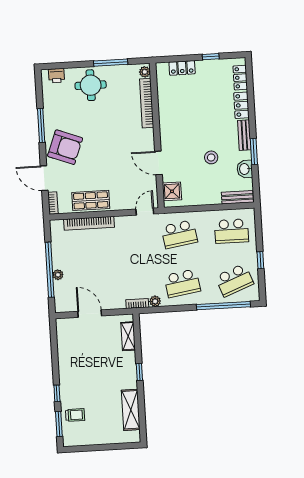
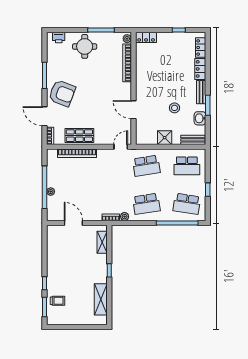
locker: (182, 68) -> (146, 37), moved
shower: (172, 191) -> (165, 138), moved
school desk: (234, 280) -> (187, 204), turned 30

